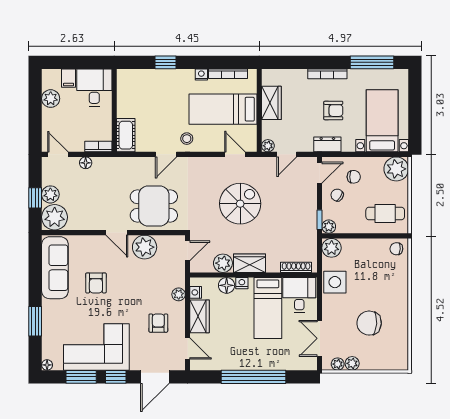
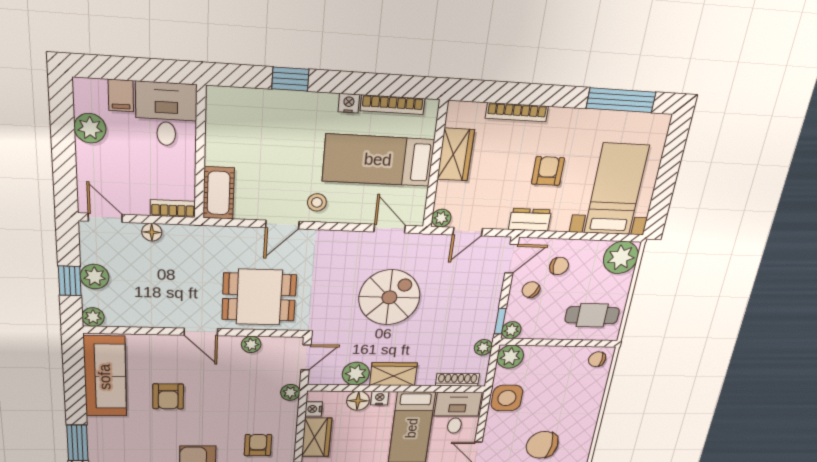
bookcase: (327, 74) -> (517, 112), moved
armchair: (333, 111) -> (548, 171), turned -90
plant: (55, 217) -> (93, 317), width x0.53, depth x0.53
plant: (311, 241) -> (483, 347), added
plant: (145, 247) -> (251, 344), width x0.53, depth x0.53
plant: (179, 294) -> (290, 392), moved

